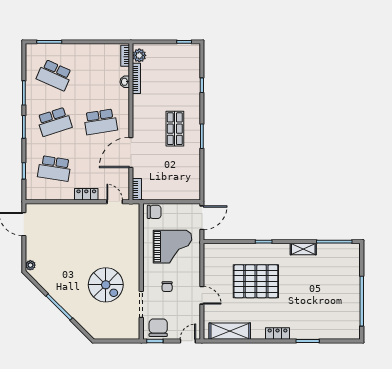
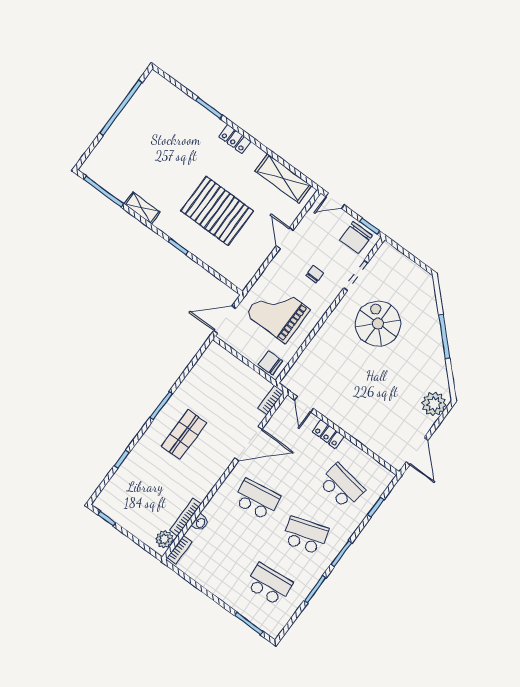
school desk: (54, 75) -> (269, 584), turned -30
plant: (30, 265) -> (434, 404), width x1.88, depth x1.88

